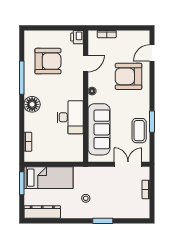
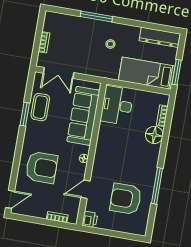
door: (152, 53) -> (10, 199), moved
floor lamp: (32, 104) -> (154, 135), moved
desk: (70, 117) -> (117, 105), moved
window: (103, 221) -> (96, 16), width x1.44

